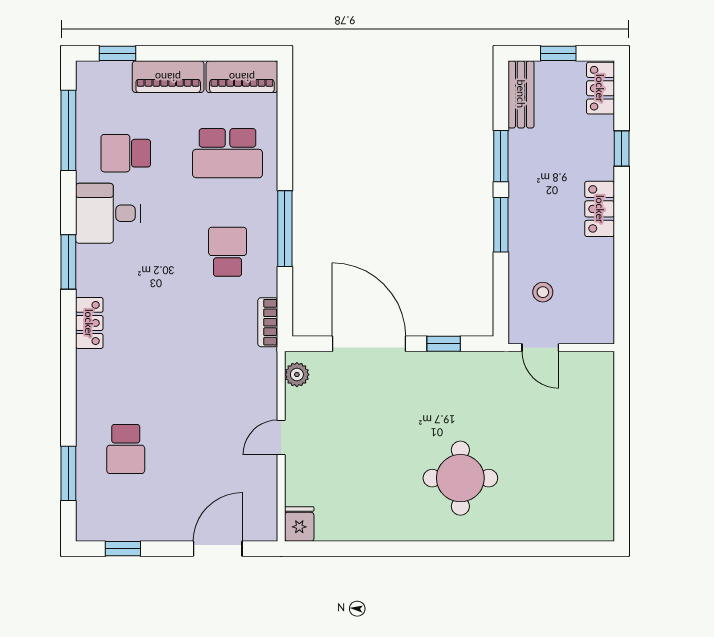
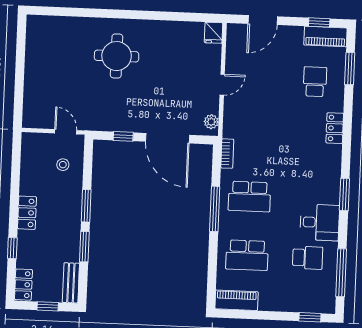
piano: (168, 77) -> (325, 37), moved, turned 180
school desk: (228, 153) -> (247, 255), turned 180
school desk: (228, 252) -> (249, 197), width x1.85
locker: (89, 323) -> (335, 128), moved

